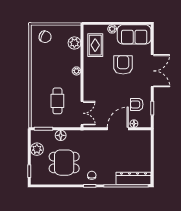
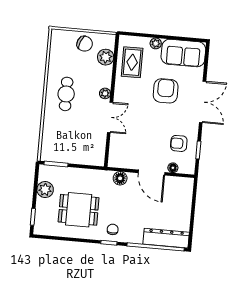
chair: (45, 37) -> (85, 44), moved
cafe table: (57, 101) -> (66, 94), moved
double door: (82, 113) -> (110, 117), moved
door: (118, 129) -> (151, 173), swing flipped
floor lamp: (61, 135) -> (120, 178), moved

